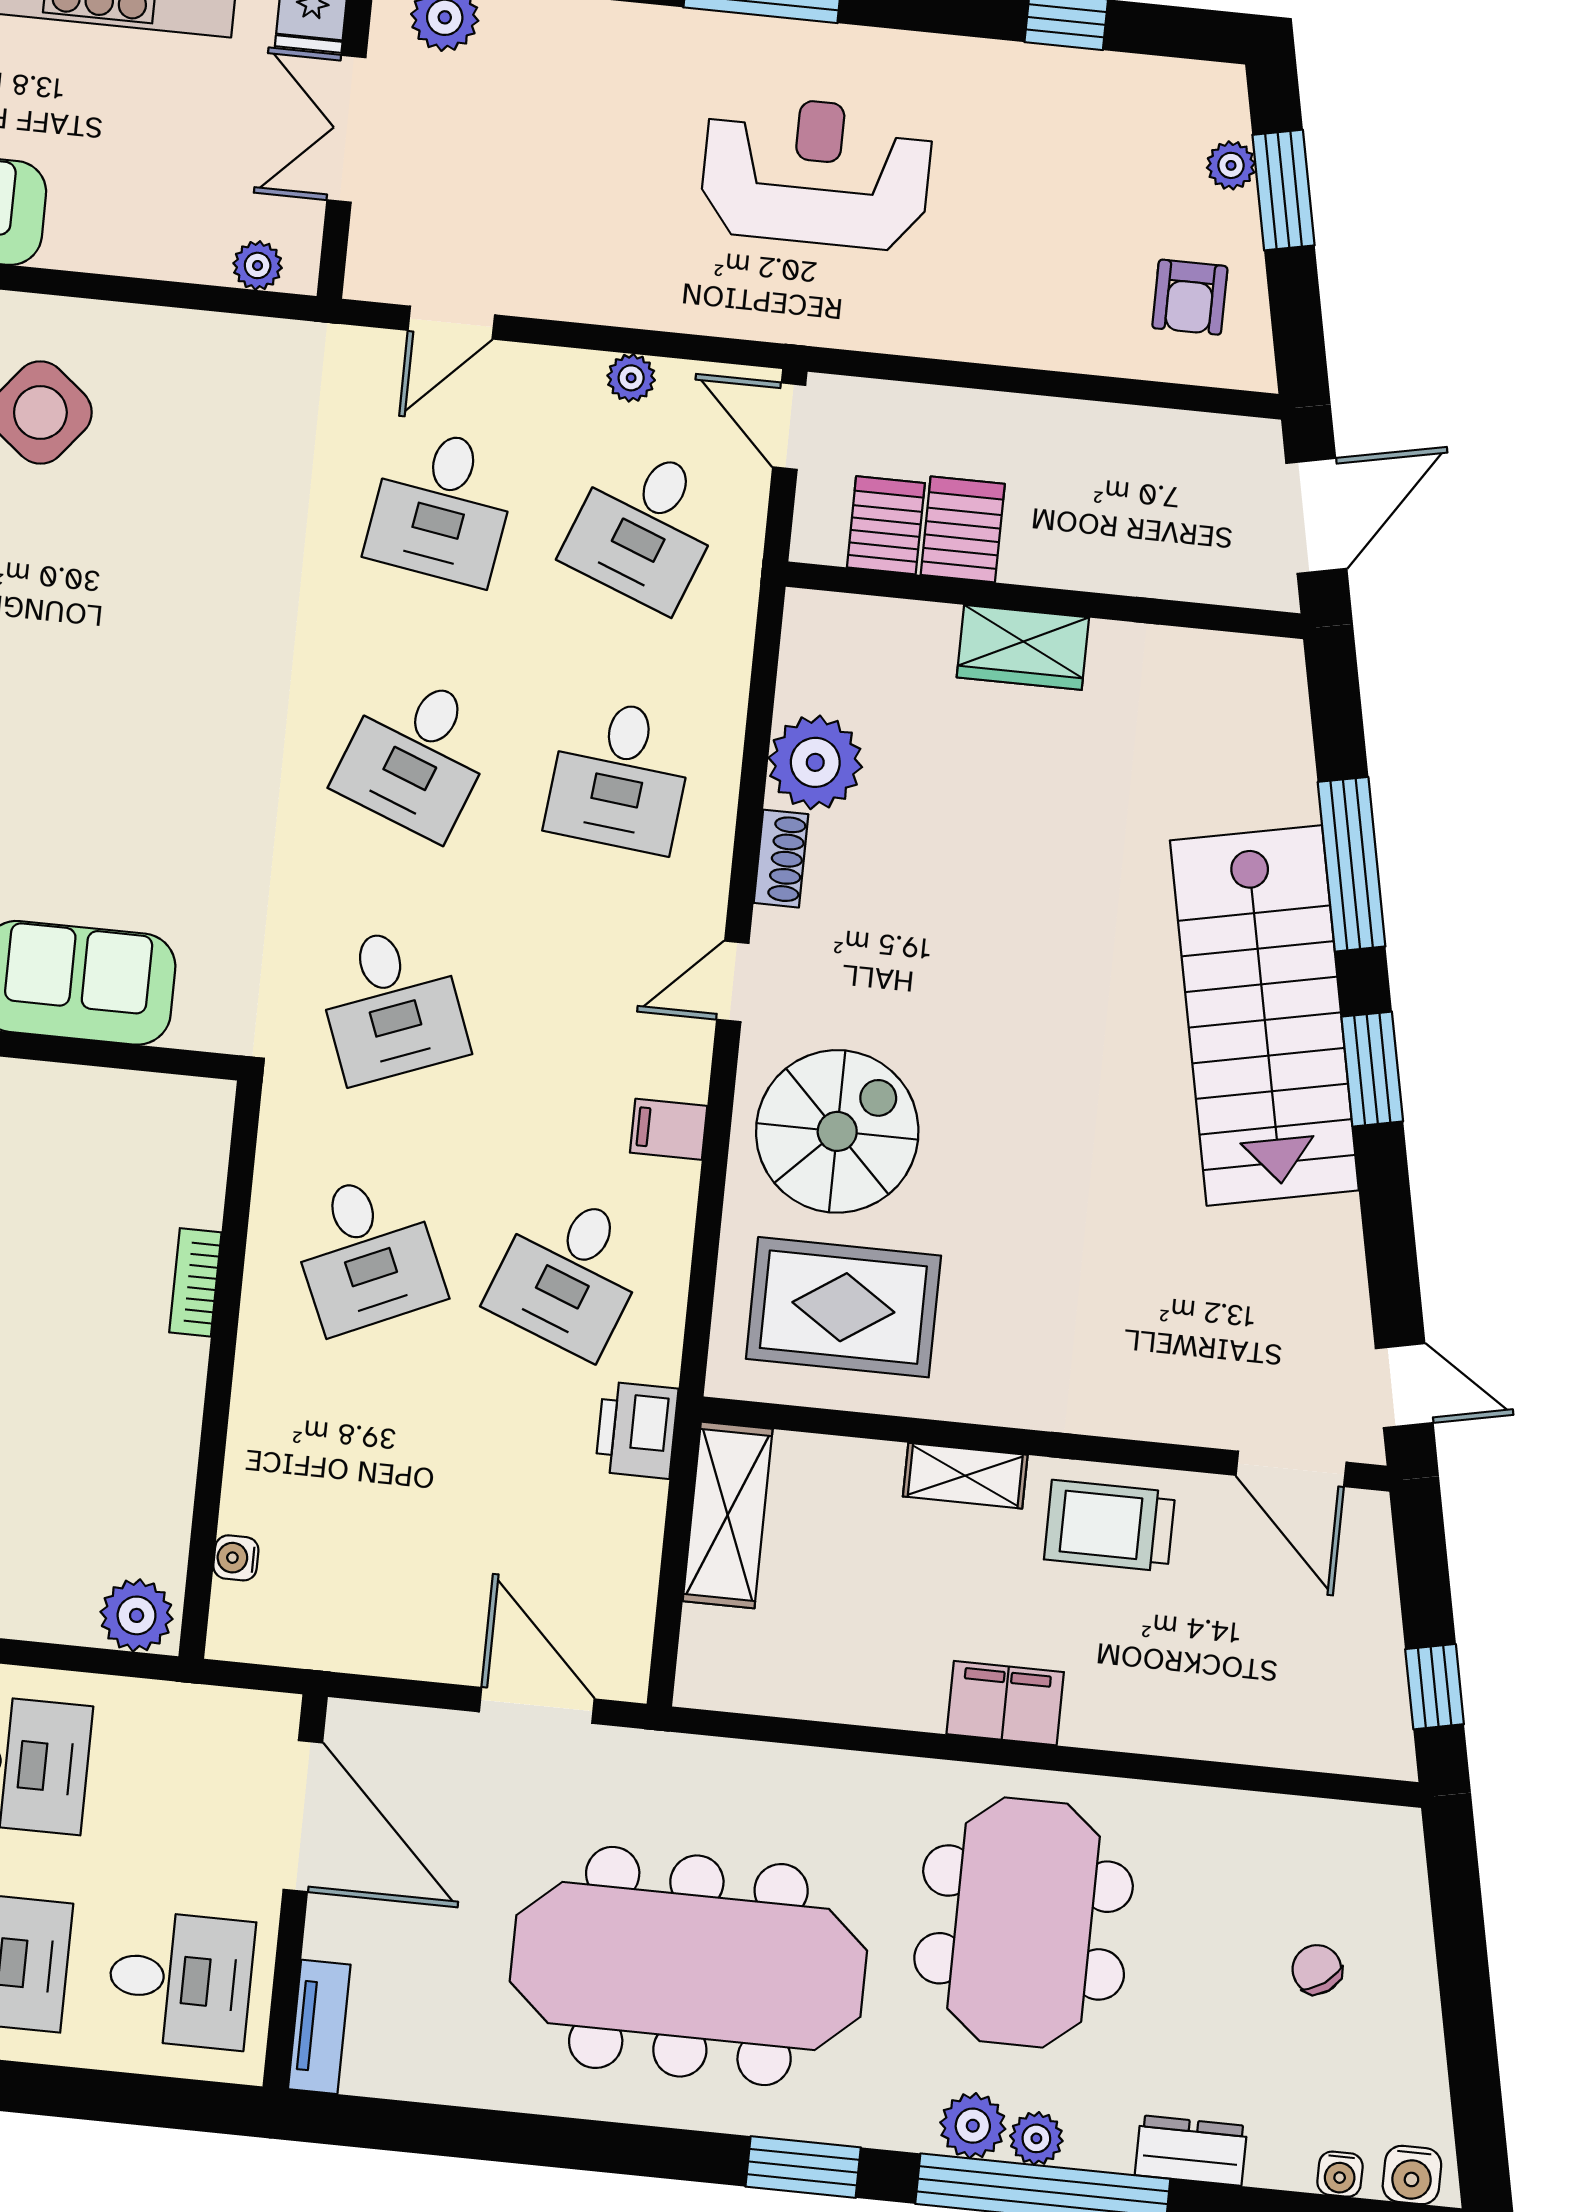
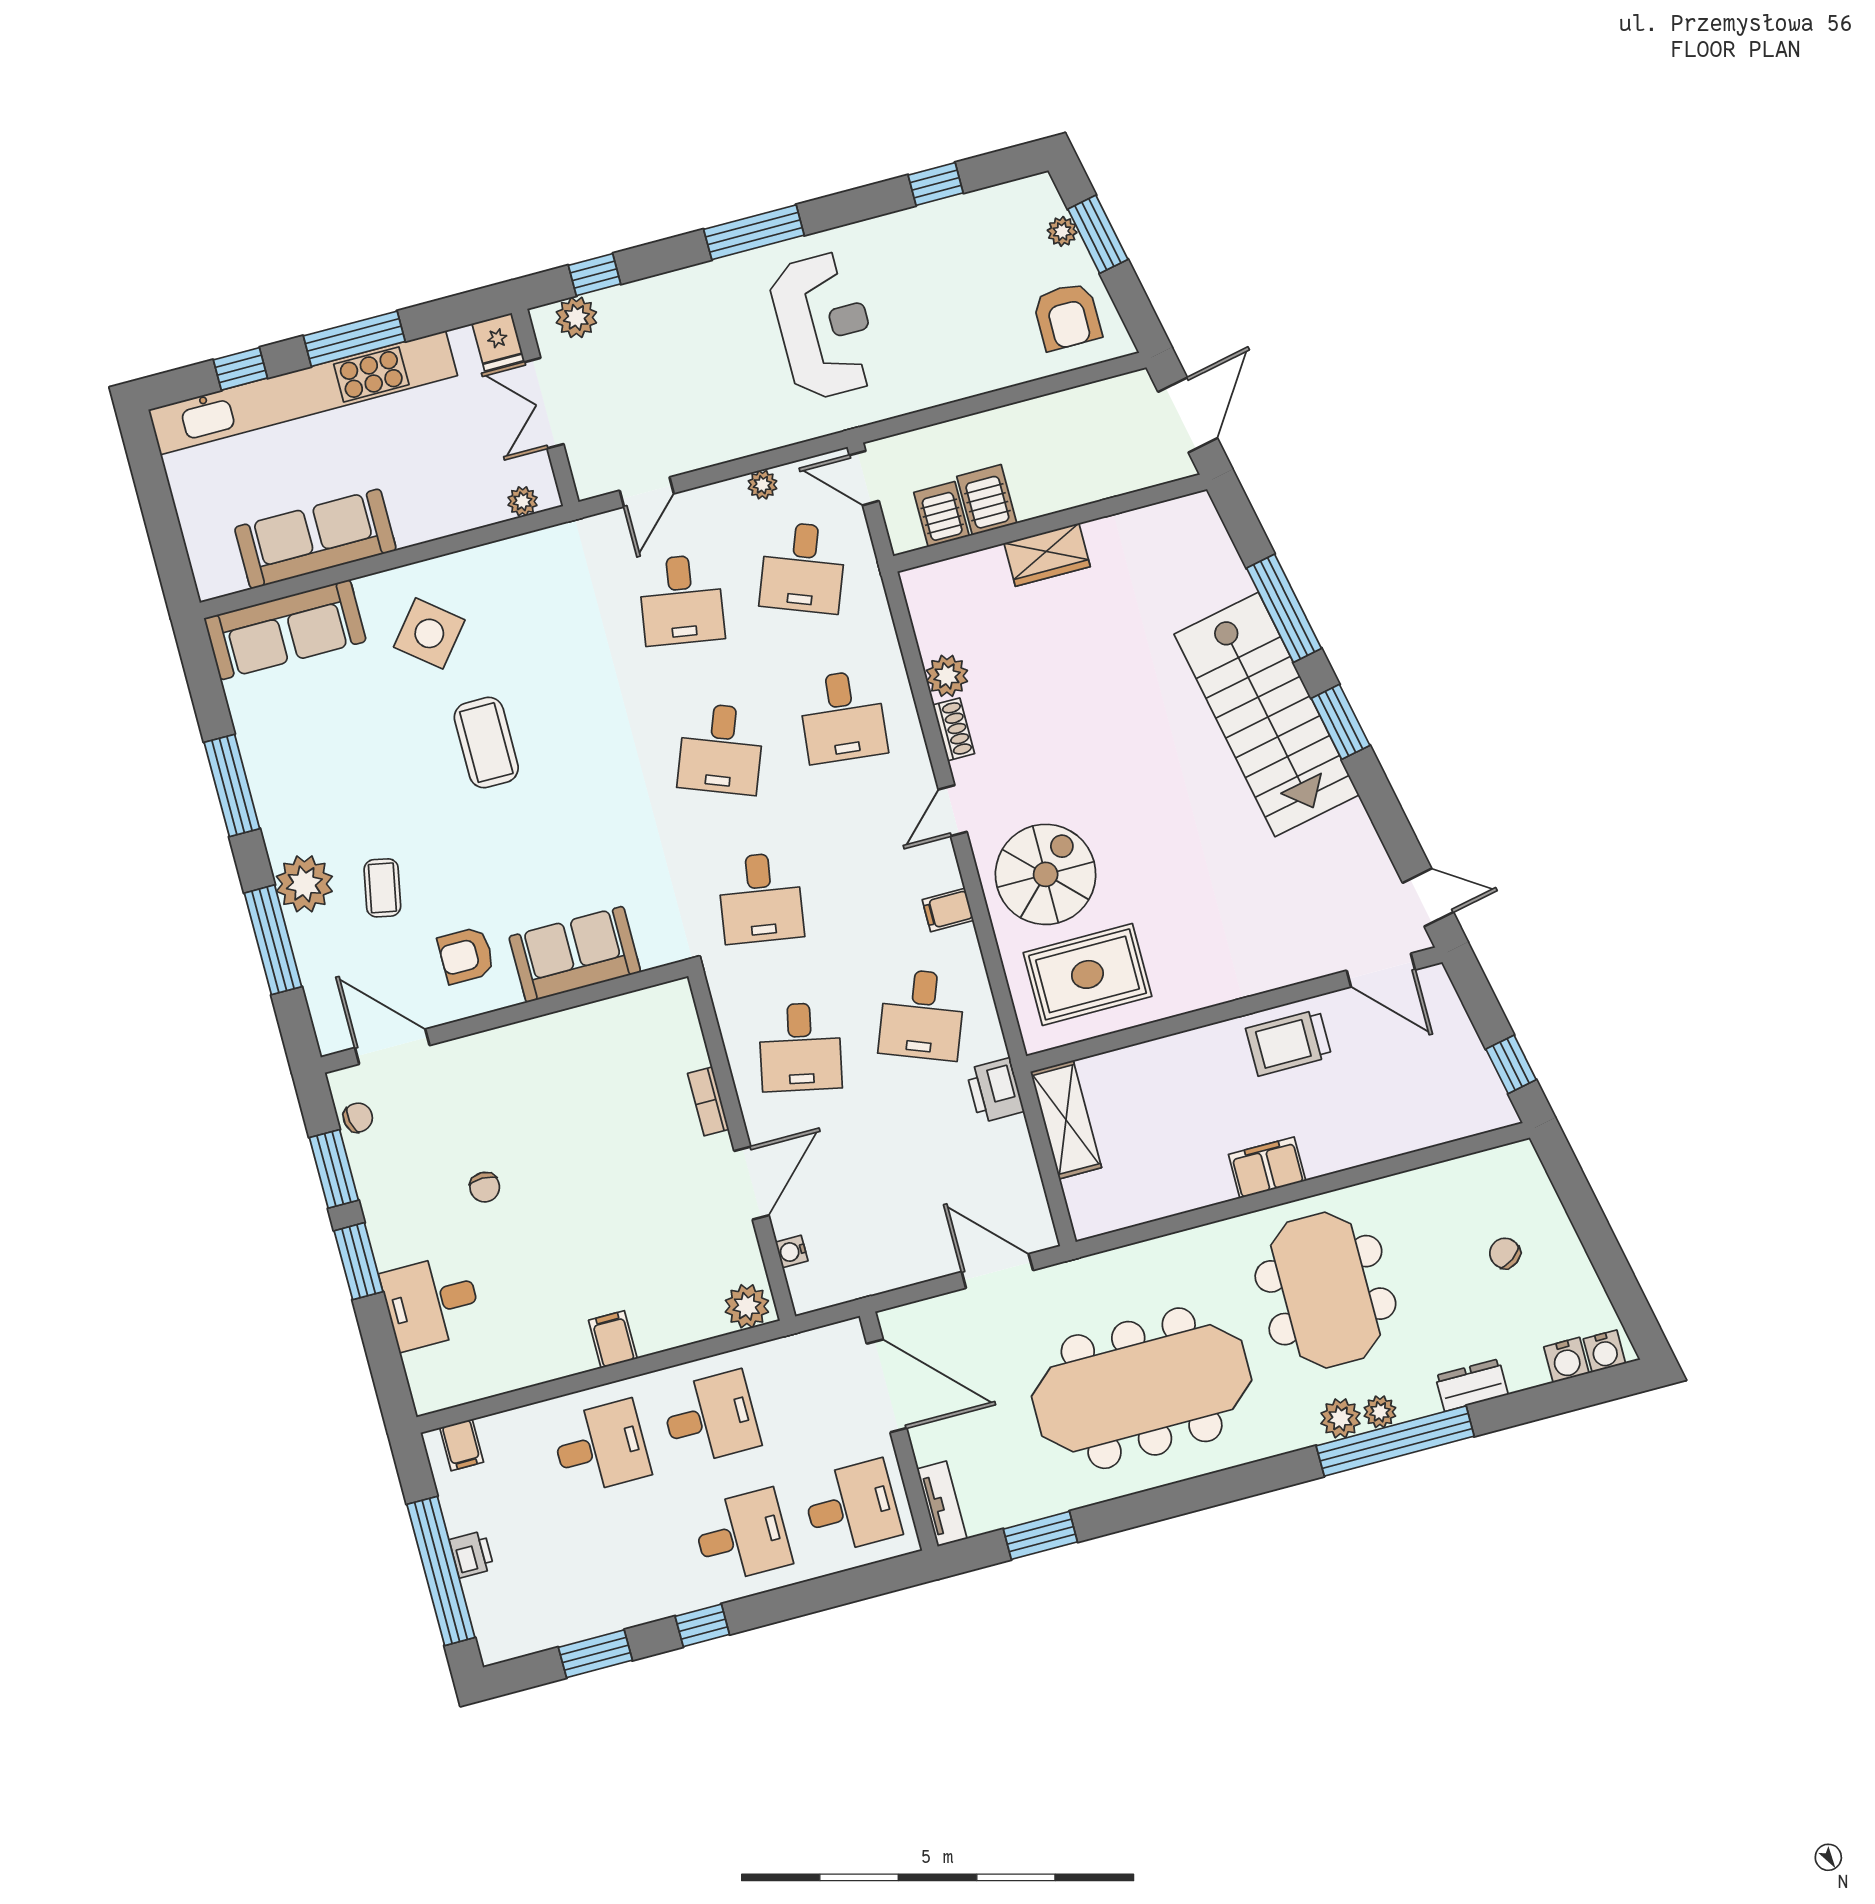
reception desk: (816, 172) -> (824, 326), turned 90
armchair: (1190, 297) -> (1067, 316), width x1.38, depth x1.38
coffee table: (64, 611) -> (486, 743), added
plant: (815, 762) -> (947, 676), width x0.73, depth x0.73
desk: (391, 1004) -> (761, 898), turned 30
desk: (366, 1252) -> (800, 1047), turned 36
door: (214, 1431) -> (752, 1183), added
shelving: (965, 1476) -> (1194, 1045), removed
window: (803, 2167) -> (1040, 1535), moved
water cooler: (1340, 2174) -> (1566, 1360), width x1.38, depth x1.38

